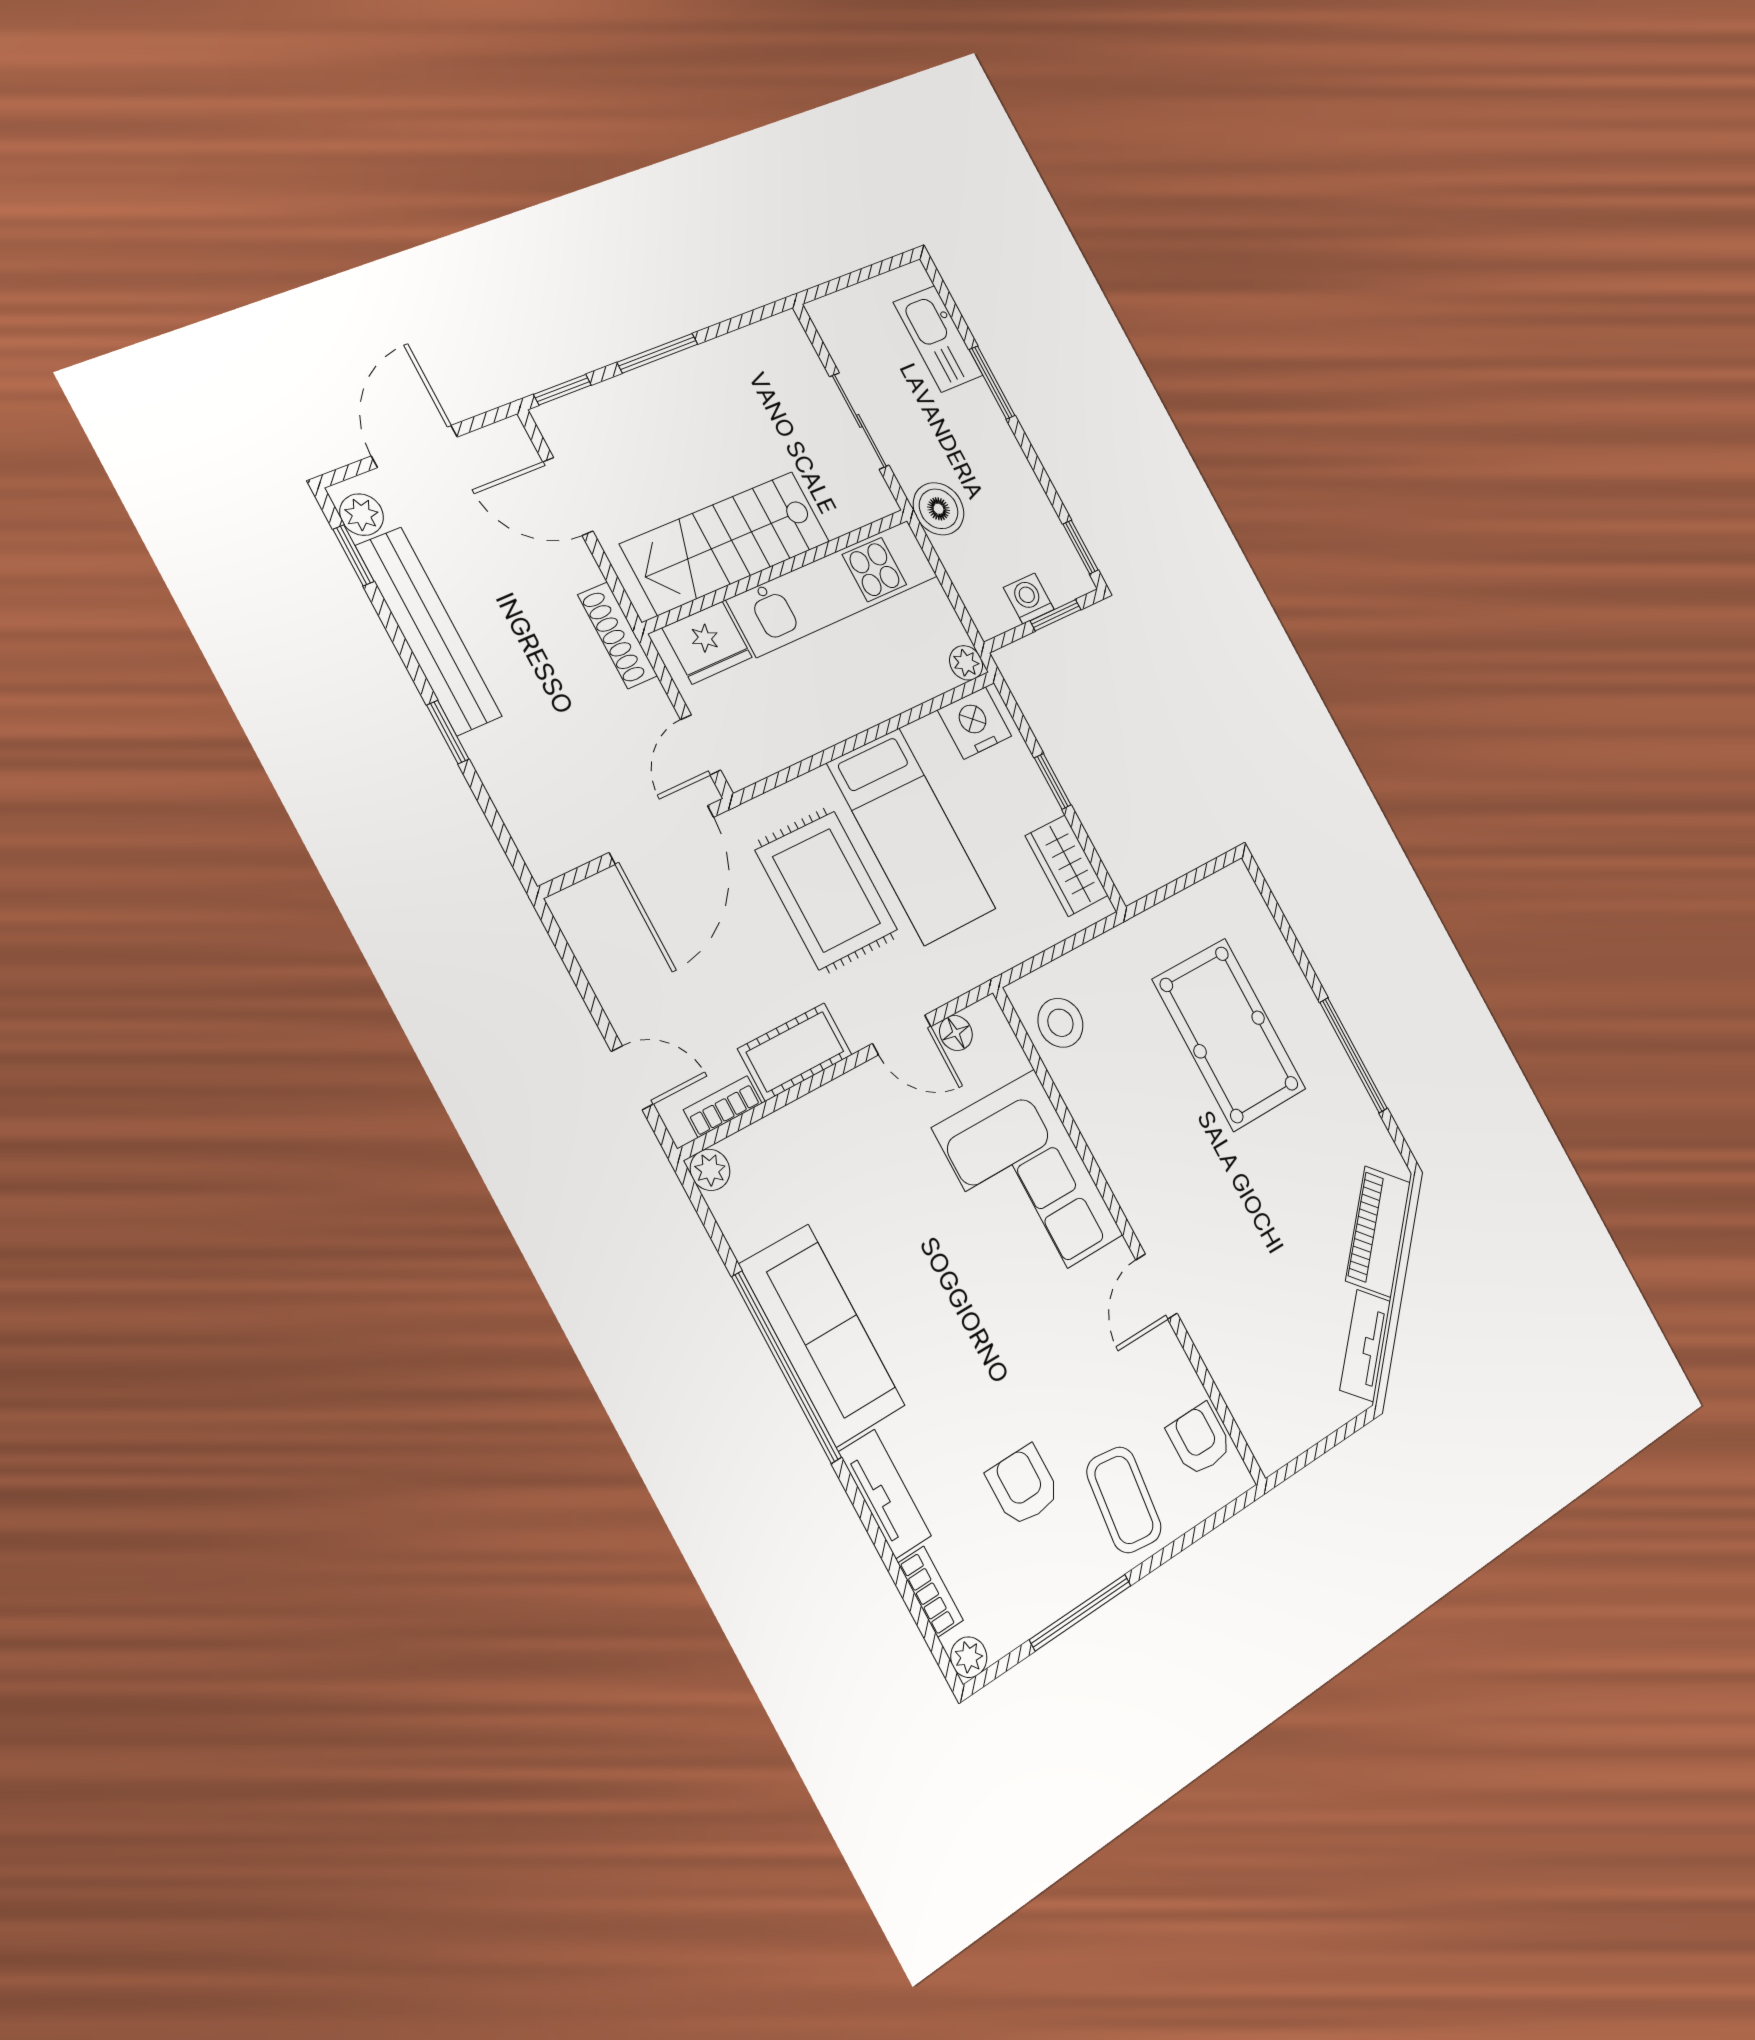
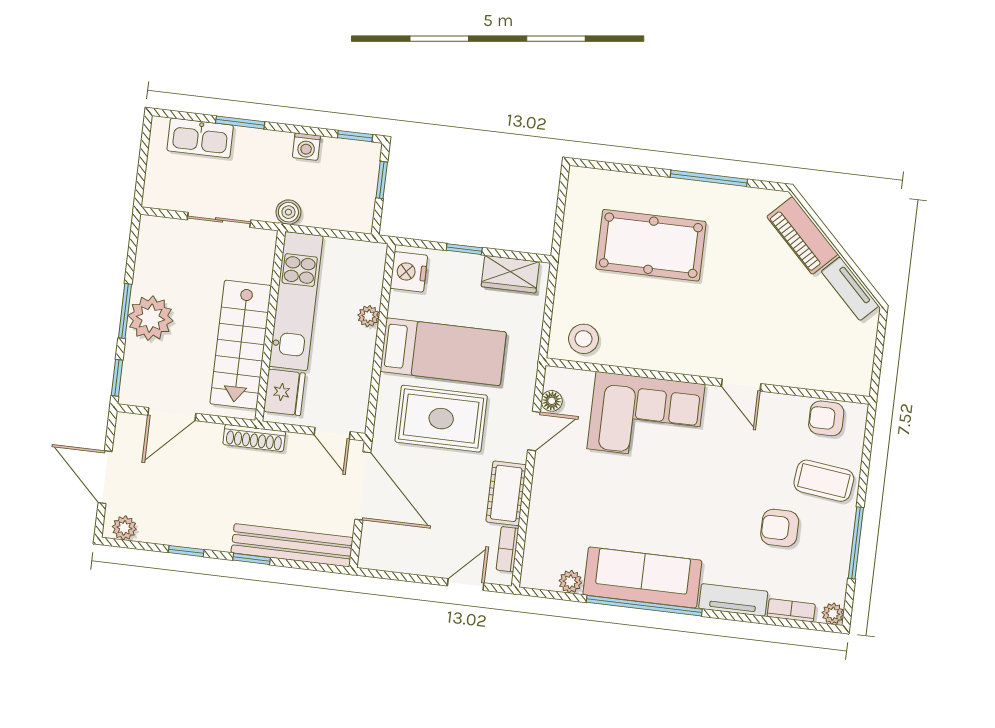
plant: (673, 395) -> (151, 318), added
boiler: (939, 509) -> (288, 212), width x0.73, depth x0.73
window: (354, 555) -> (186, 551), moved
washing machine: (1029, 599) -> (306, 147), moved, turned -90
bench: (429, 631) -> (292, 545), moved
plant: (966, 663) -> (369, 316), moved
plant: (710, 1170) -> (570, 582), moved

